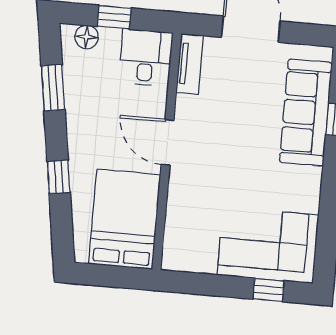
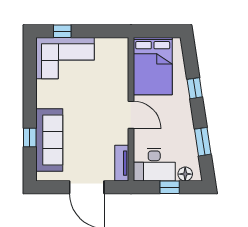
desk: (146, 58) -> (154, 165), width x1.37

